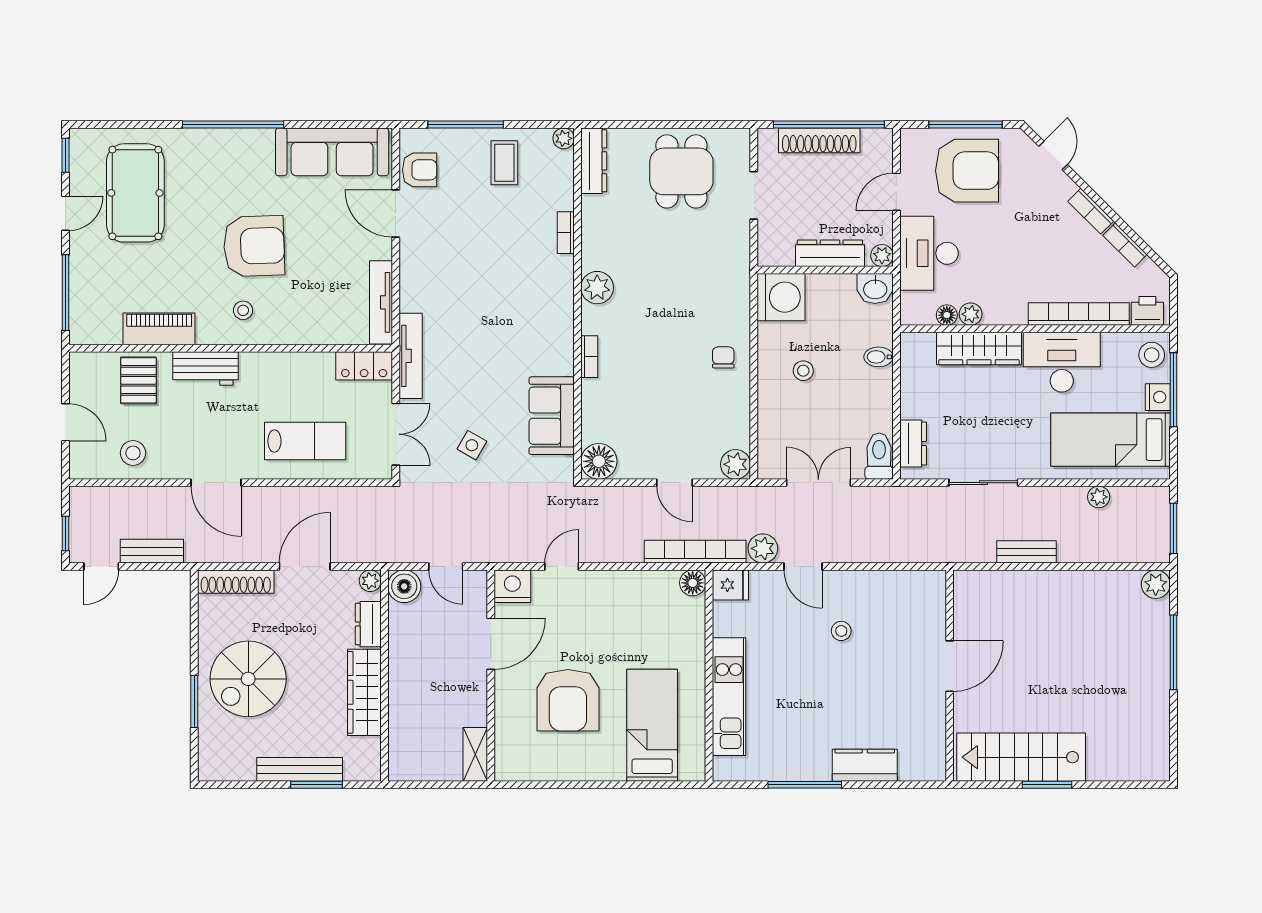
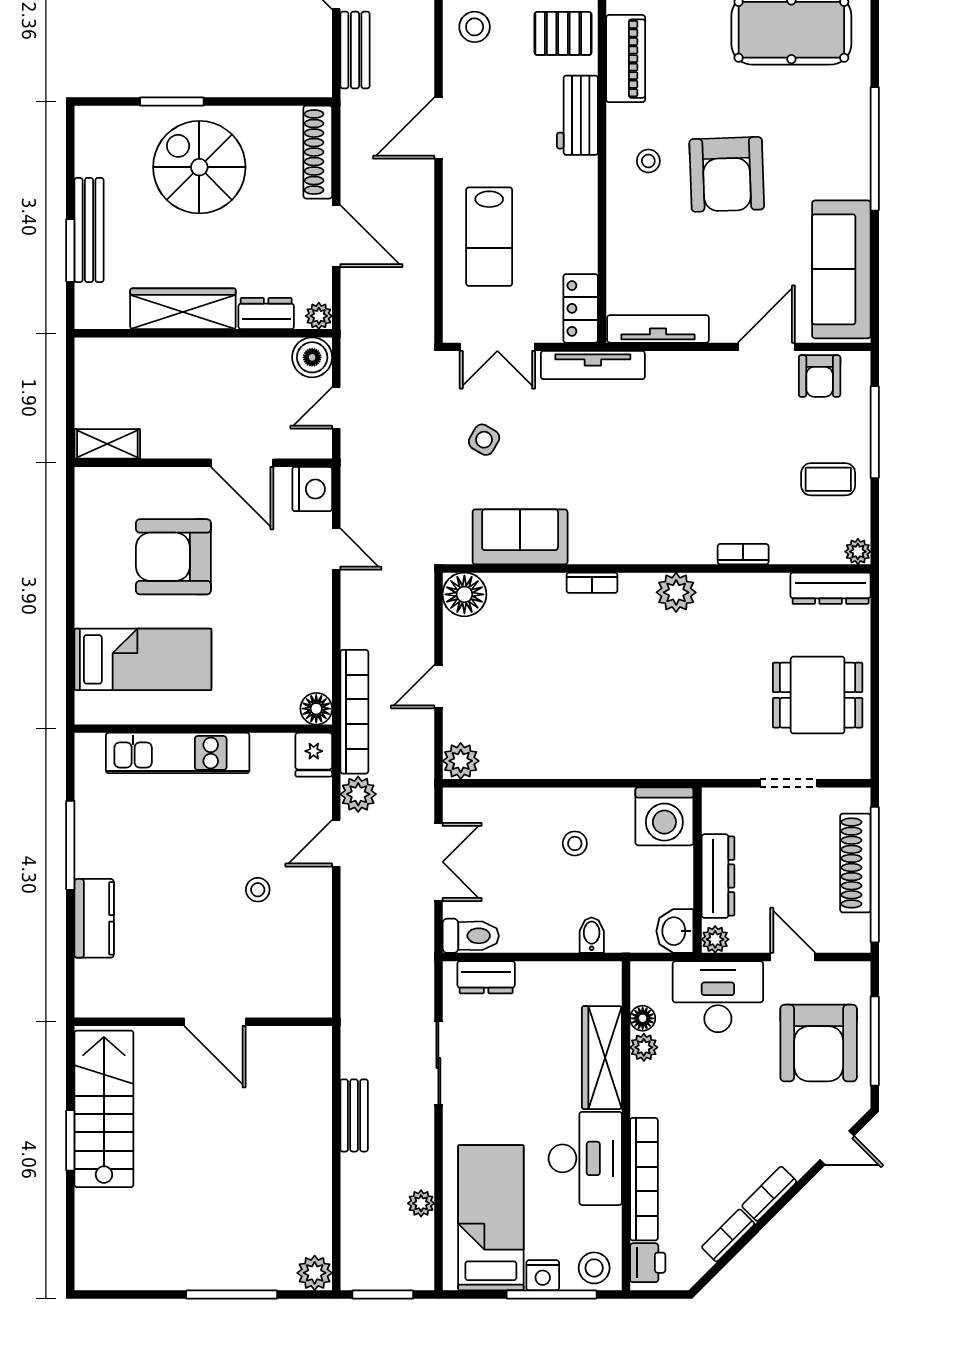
chair: (723, 357) -> (591, 746), removed

